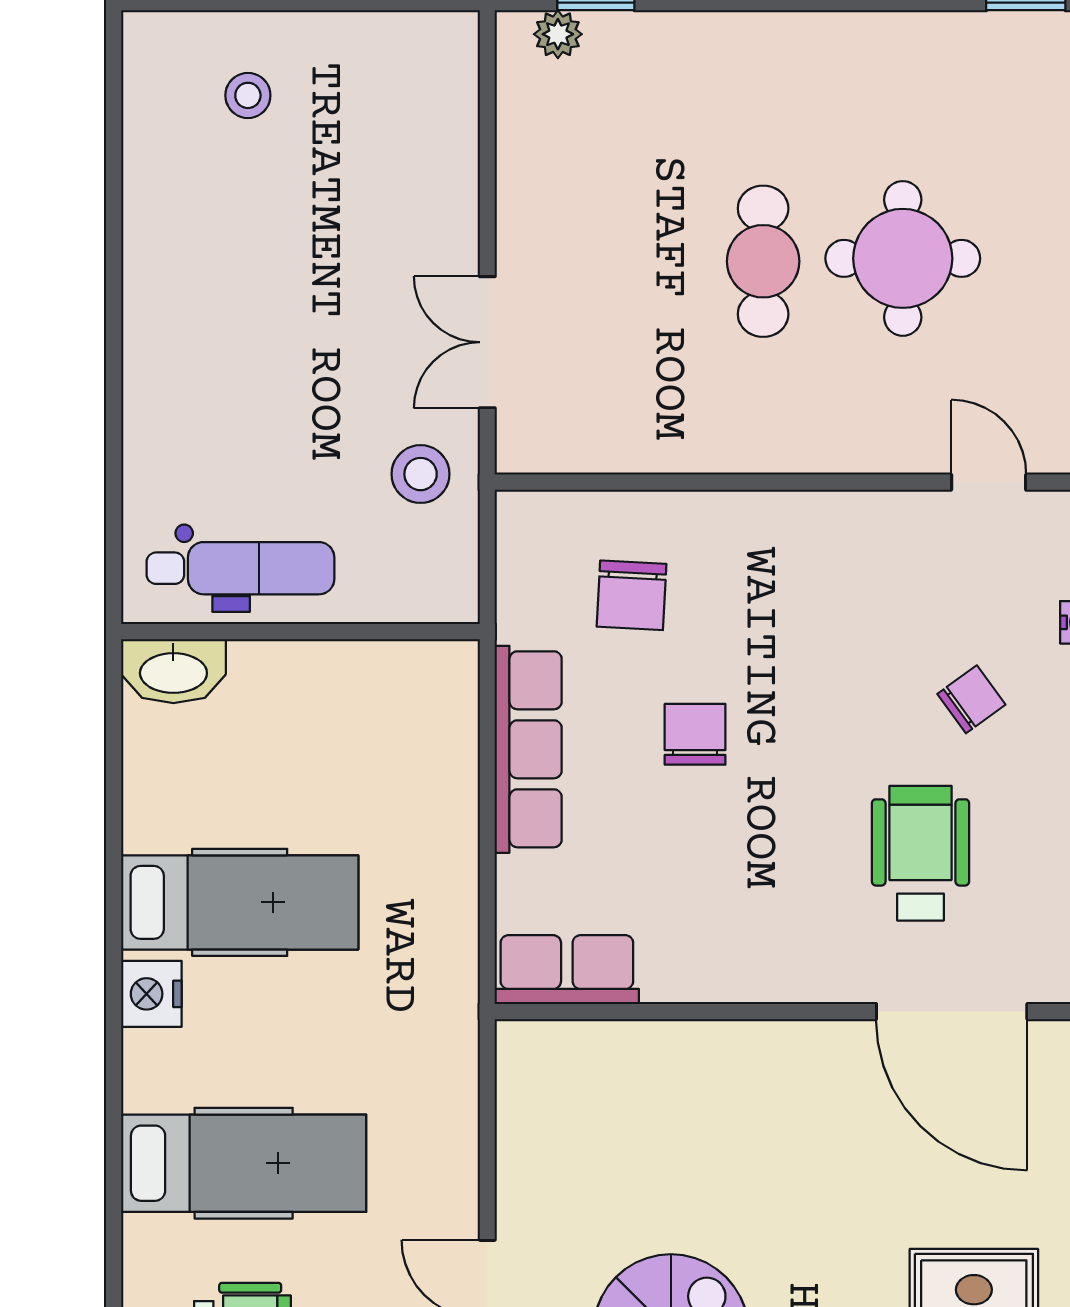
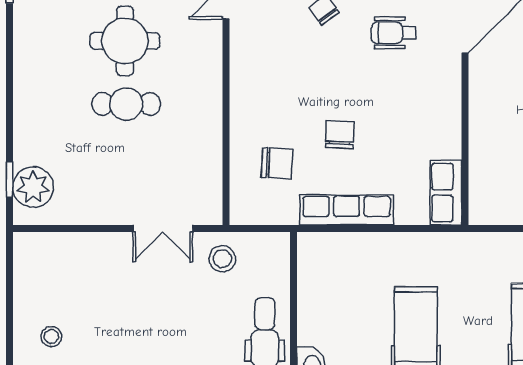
plant: (558, 34) -> (33, 187), width x1.88, depth x1.88
chair: (695, 734) -> (340, 135), turned 92
wheelchair: (921, 853) -> (394, 33), width x0.73, depth x0.73

